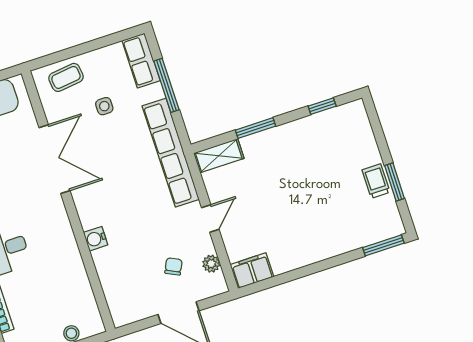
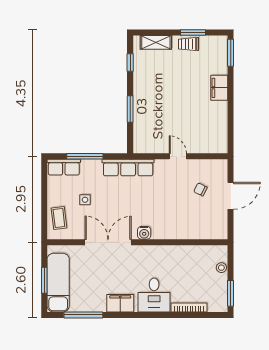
row of seats: (171, 153) -> (128, 168), width x0.73
shelving: (219, 156) -> (156, 42), moved, turned 90
water cooler: (96, 239) -> (144, 233), moved
plant: (211, 264) -> (206, 165), removed
filing cabinet: (252, 271) -> (219, 88), moved

